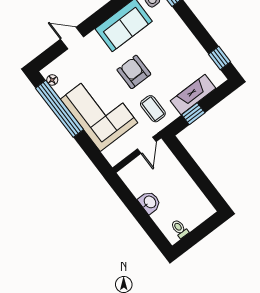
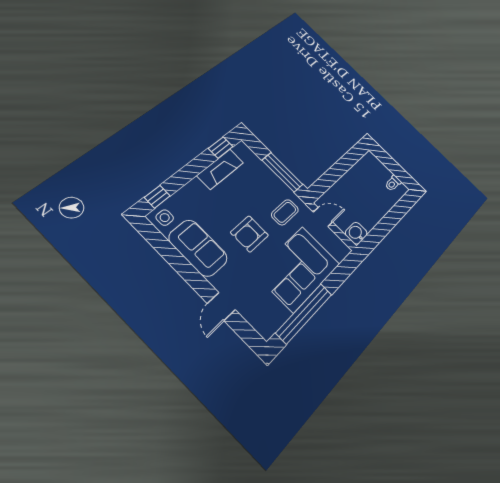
floor lamp: (52, 80) -> (274, 325), removed
fireplace: (193, 95) -> (220, 169), moved, turned -90
window: (193, 114) -> (282, 172), width x2.17
washbasin: (150, 202) -> (356, 233), moved

